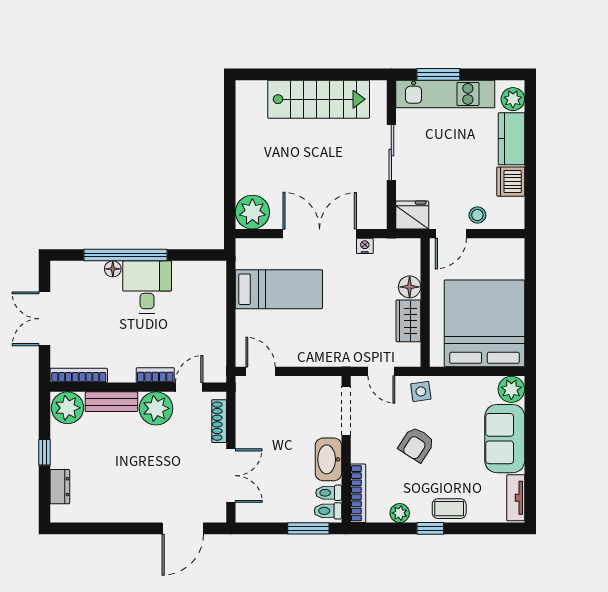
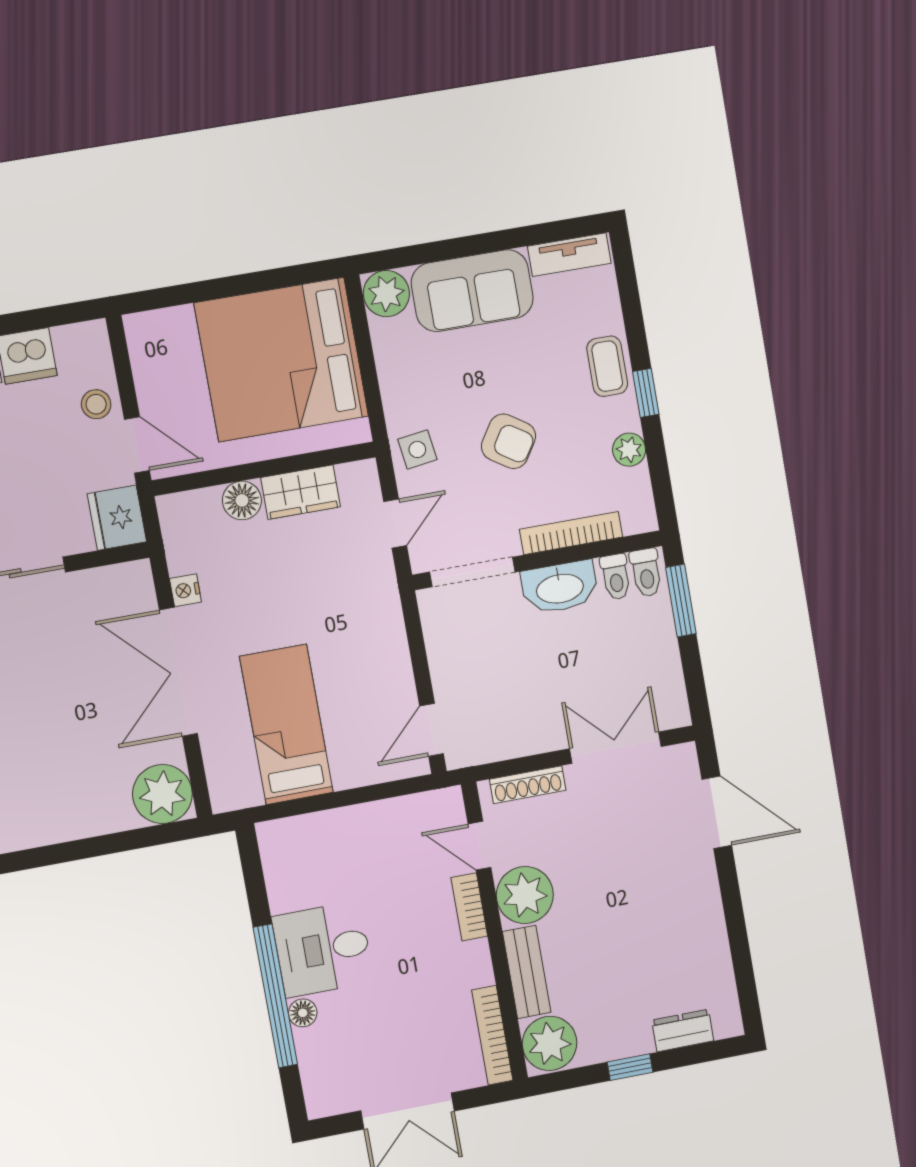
bookcase: (358, 493) -> (571, 533), moved

